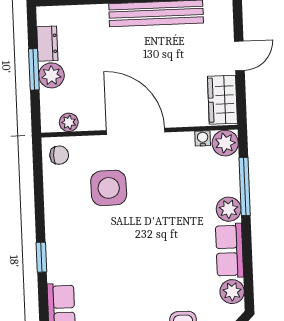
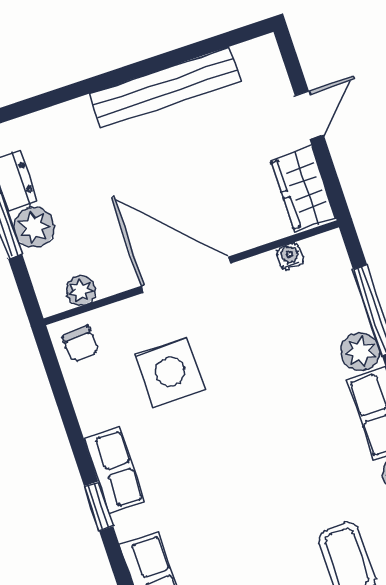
plant: (225, 143) -> (326, 253), removed
chair: (59, 155) -> (81, 344), turned 85
row of seats: (57, 238) -> (114, 470), added

